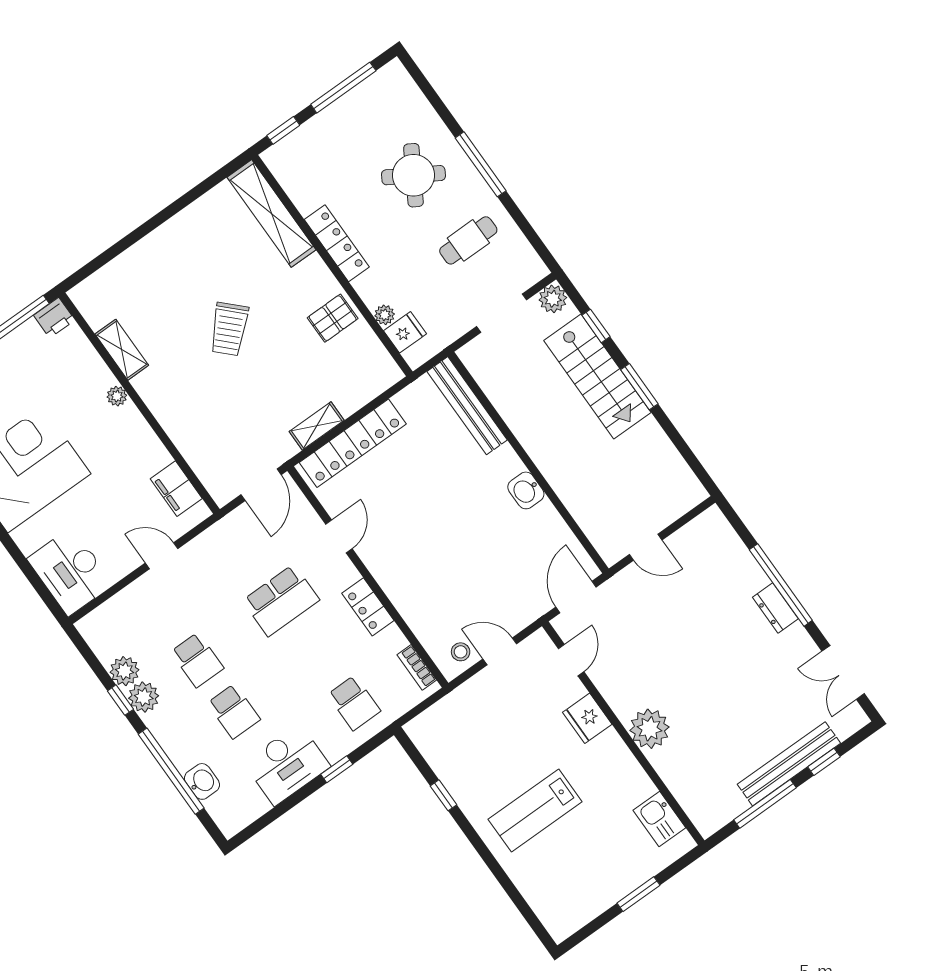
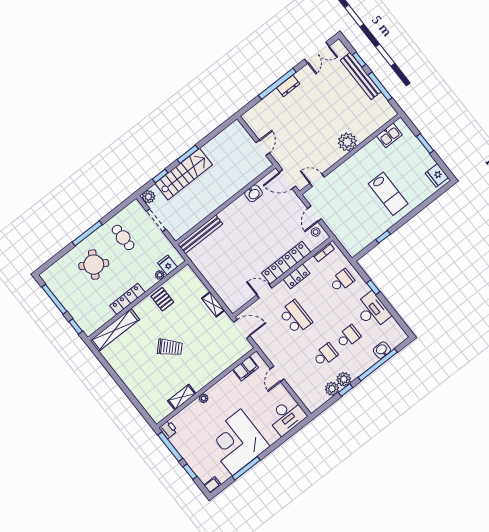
locker: (353, 443) -> (286, 263), moved, turned -90
washbasin: (526, 490) -> (254, 193), moved
fridge: (587, 718) -> (437, 175), moved, turned 90

